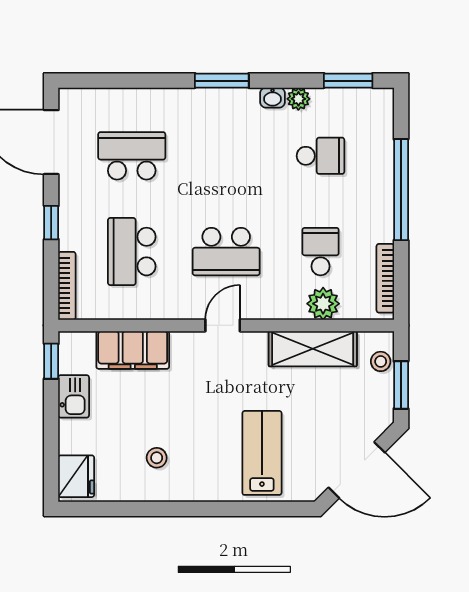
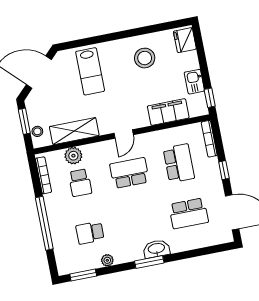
washbasin: (272, 98) -> (156, 249), moved, width x1.91, depth x1.45
stool: (157, 458) -> (145, 58), width x1.89, depth x1.89

